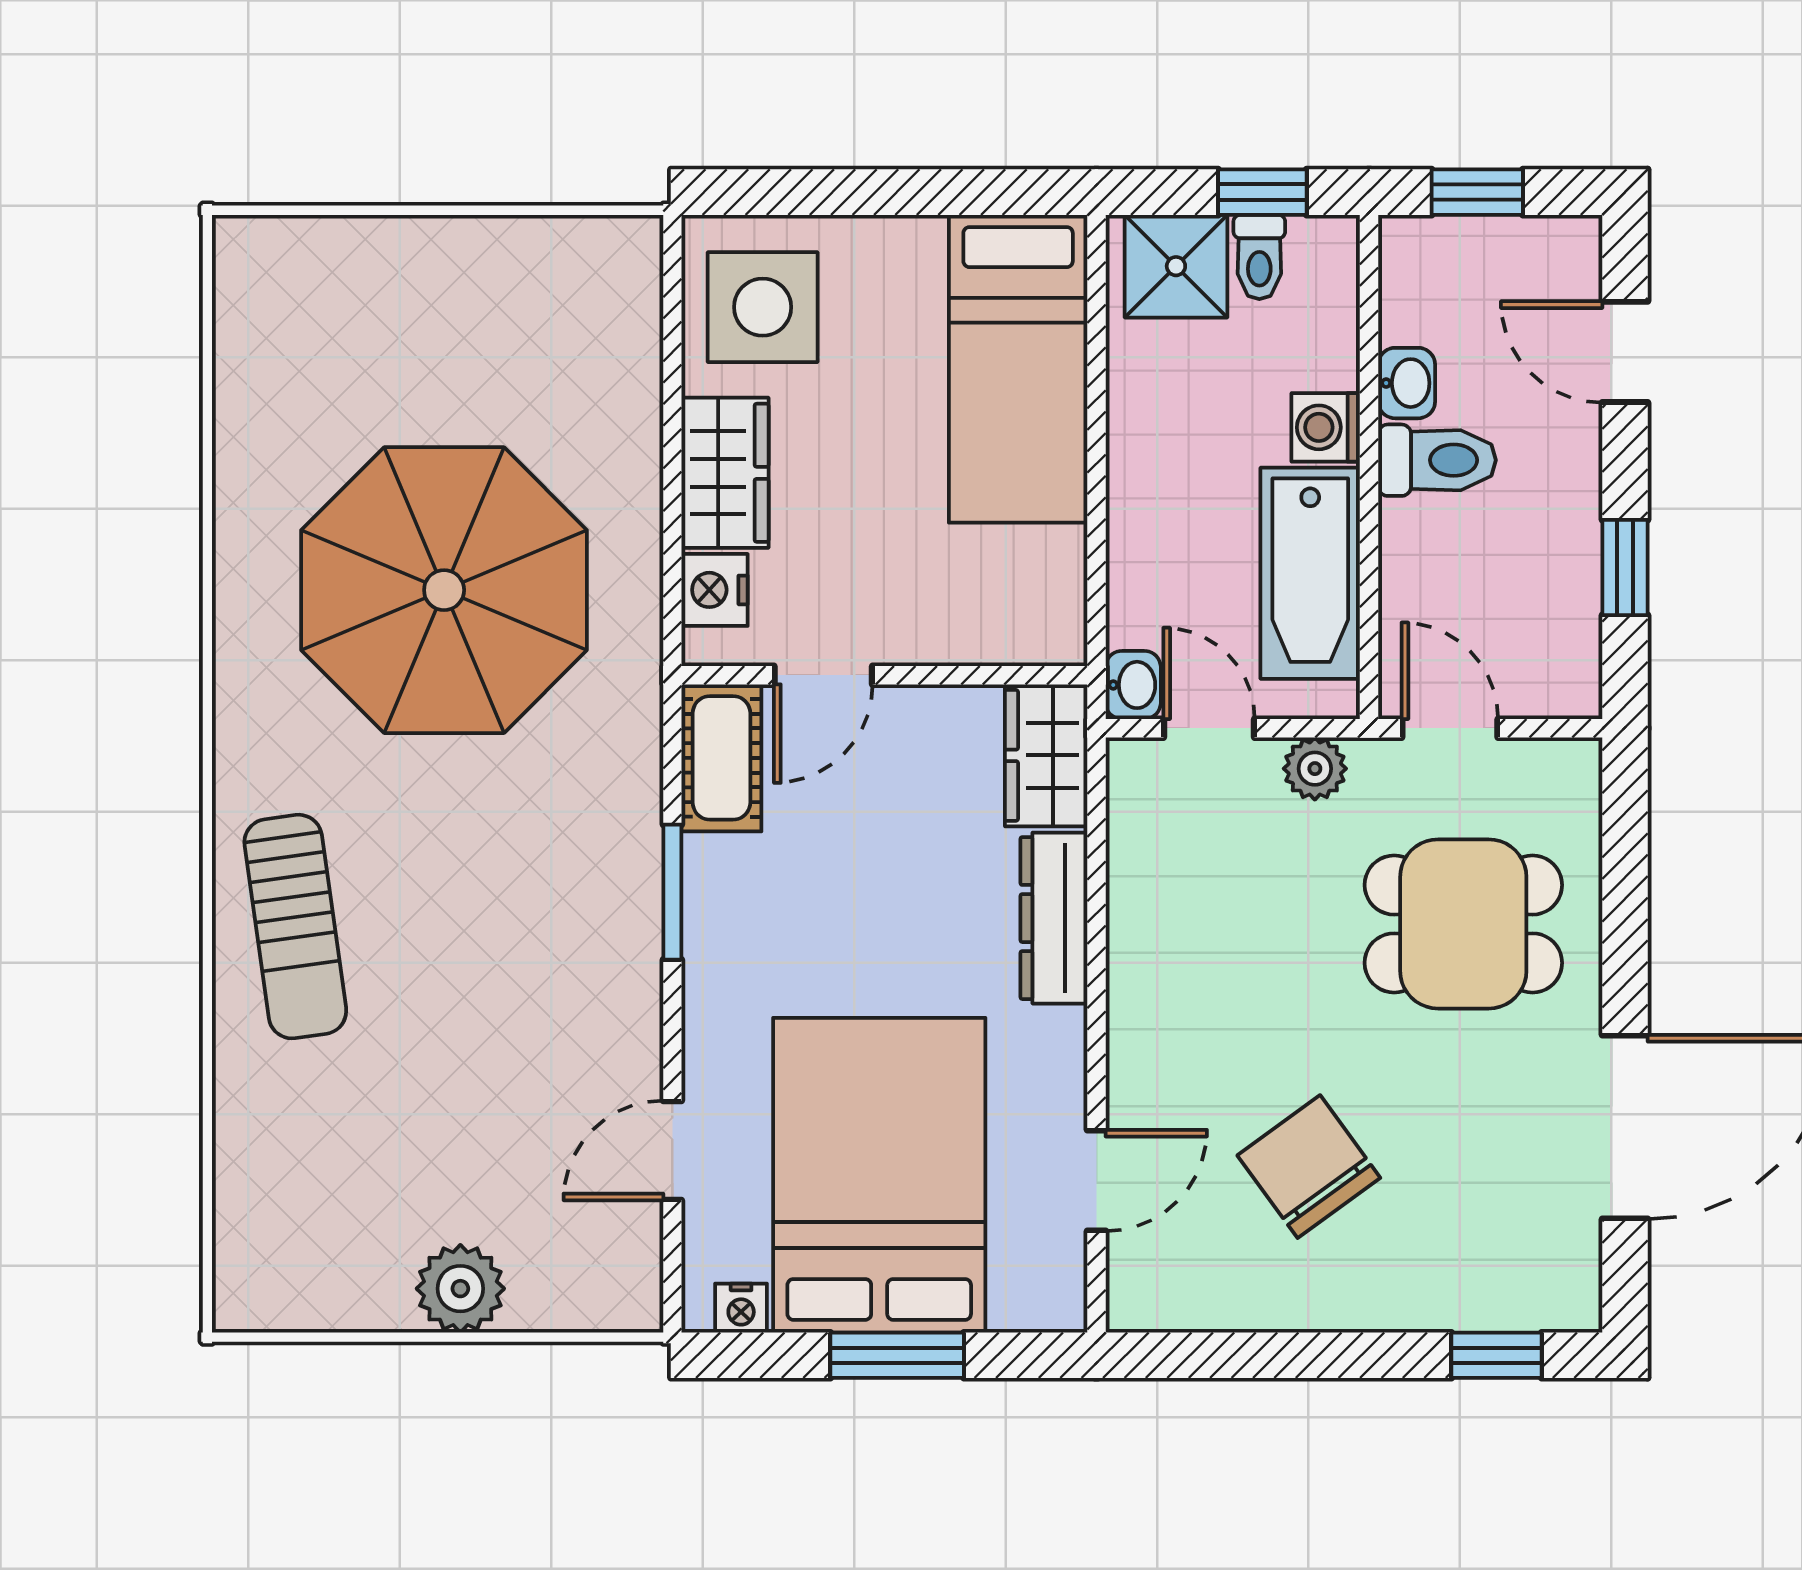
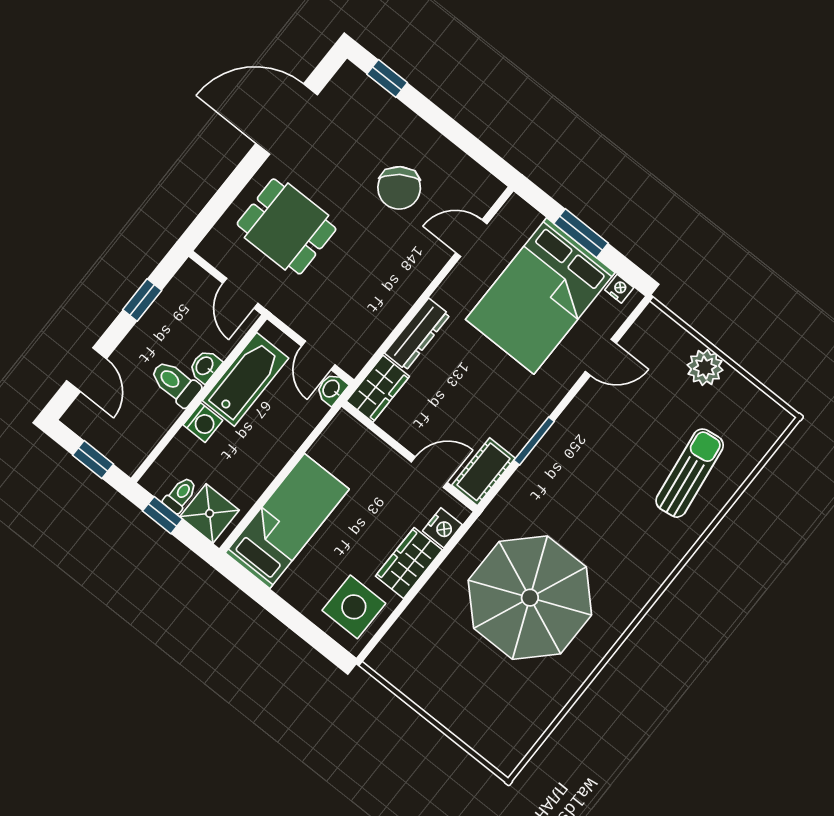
washbasin: (1407, 383) -> (205, 366), moved
plant: (1315, 769) -> (294, 315), removed
sun lounger: (295, 927) -> (690, 473), moved

